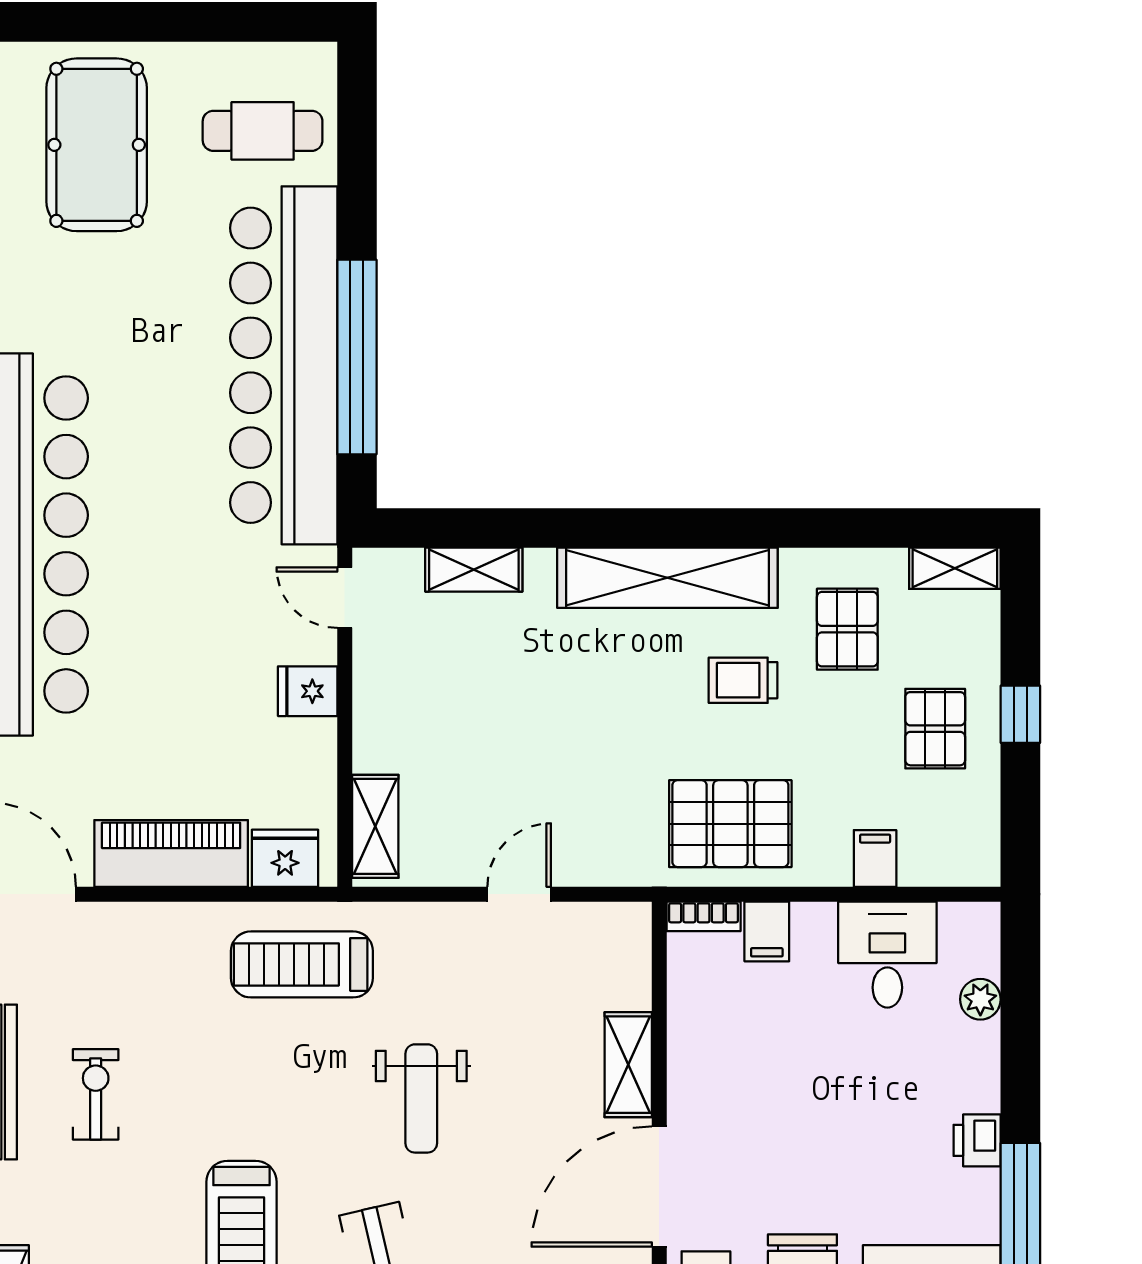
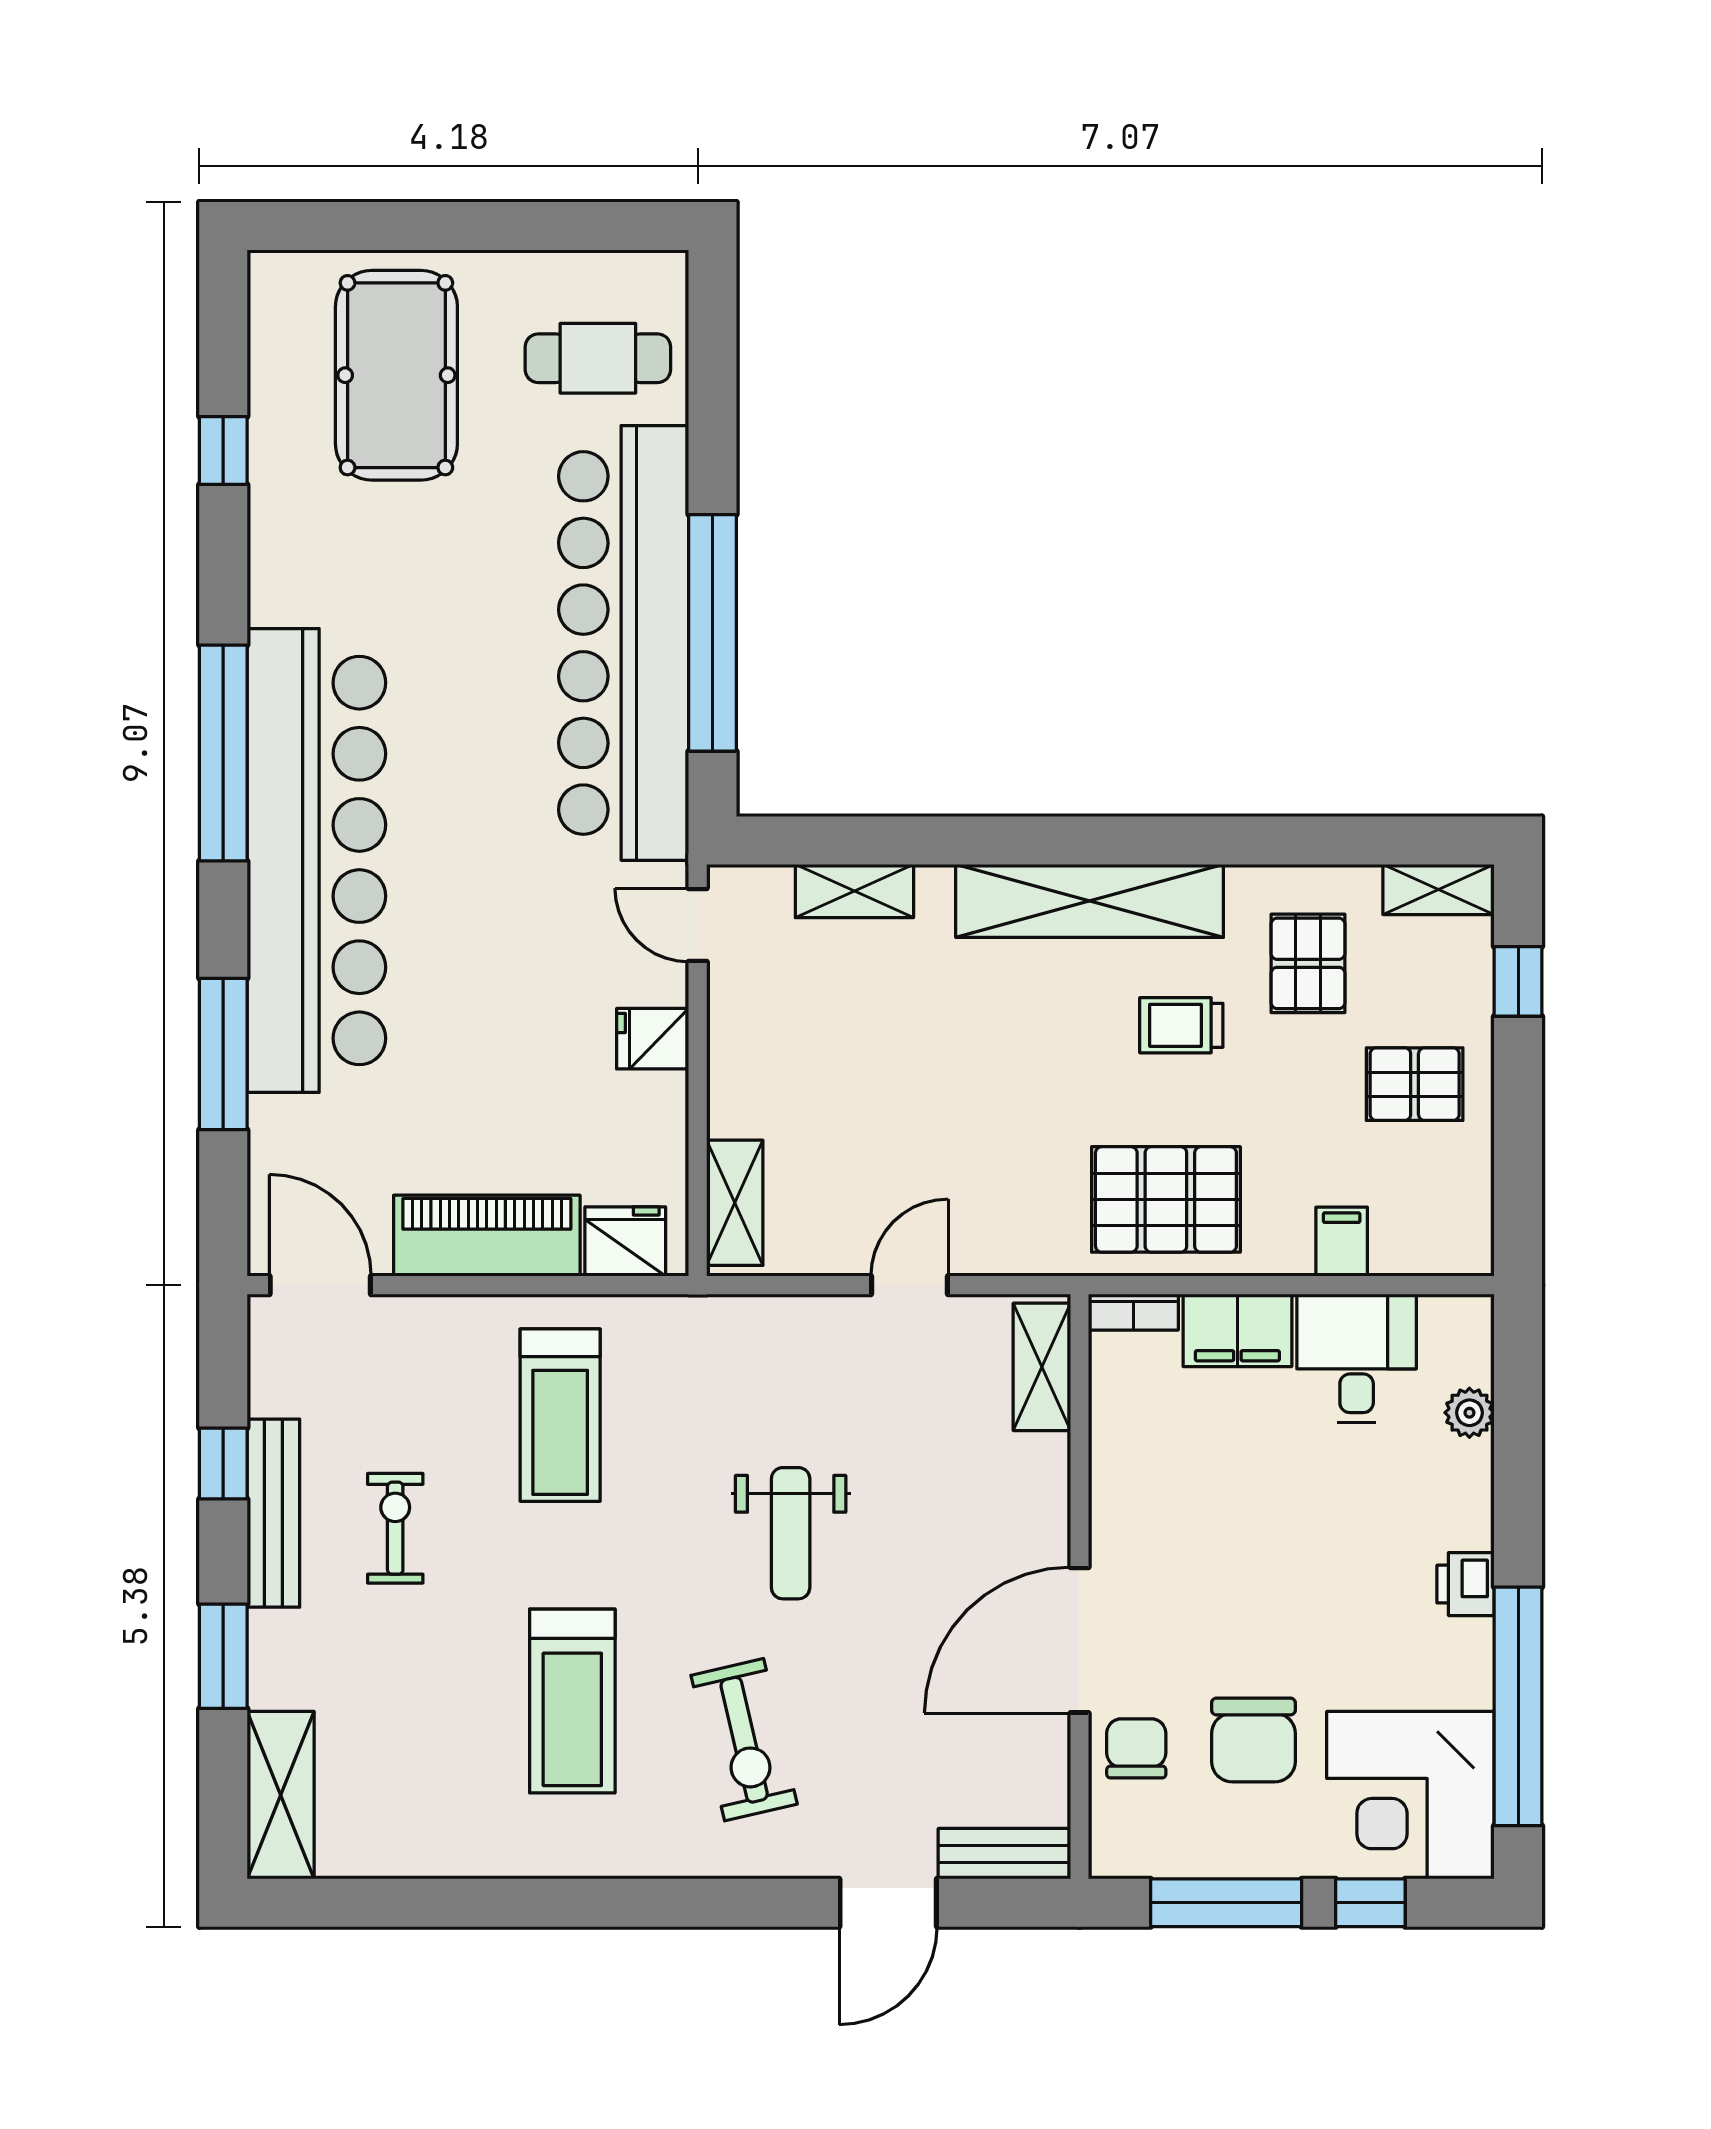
window: (1020, 714) -> (1518, 981), moved
pallet: (935, 729) -> (1415, 1084), turned 90
filing cabinet: (767, 931) -> (1237, 1330), width x2.00
treadmill: (302, 964) -> (560, 1415), moved, turned -90
shelving: (628, 1065) -> (1042, 1367), moved

